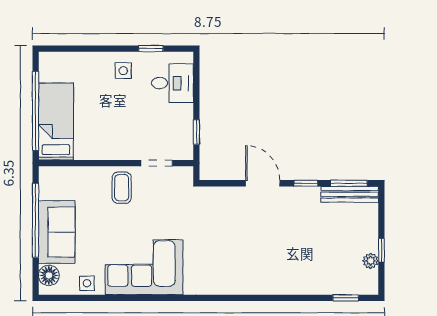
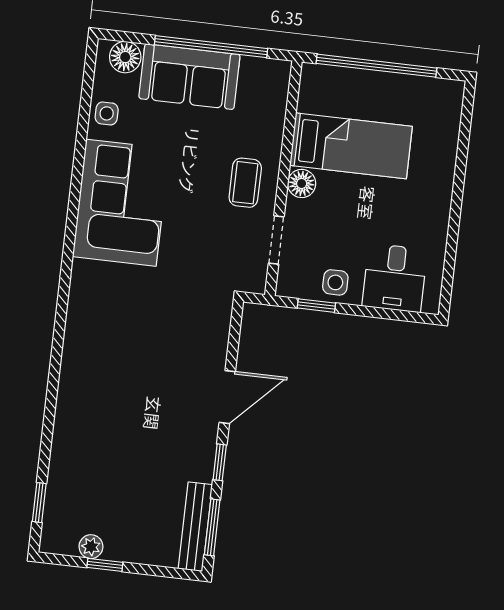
window: (151, 49) -> (451, 251), removed
side table: (123, 71) -> (335, 282), moved
bed: (56, 122) -> (351, 146), moved
floor lamp: (118, 151) -> (302, 183), added
coffee table: (122, 188) -> (245, 183), turned 90

